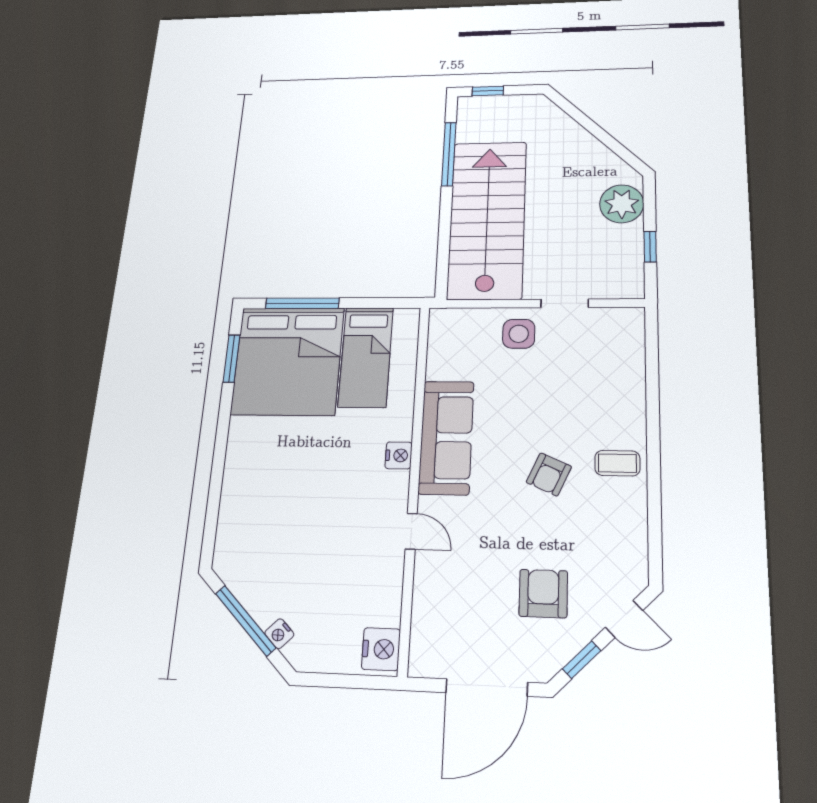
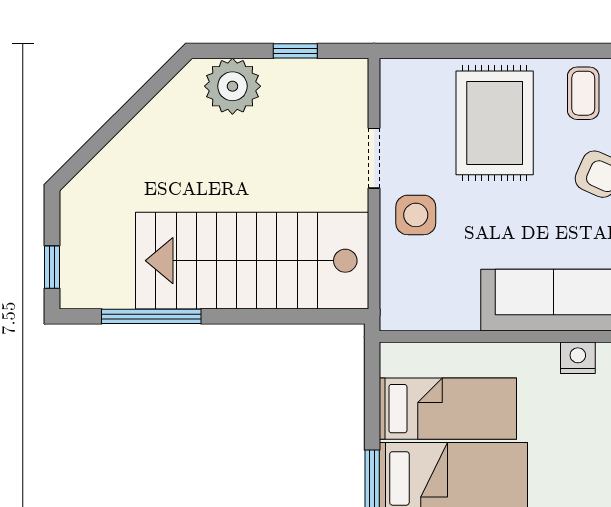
rug: (592, 393) -> (495, 123), added

